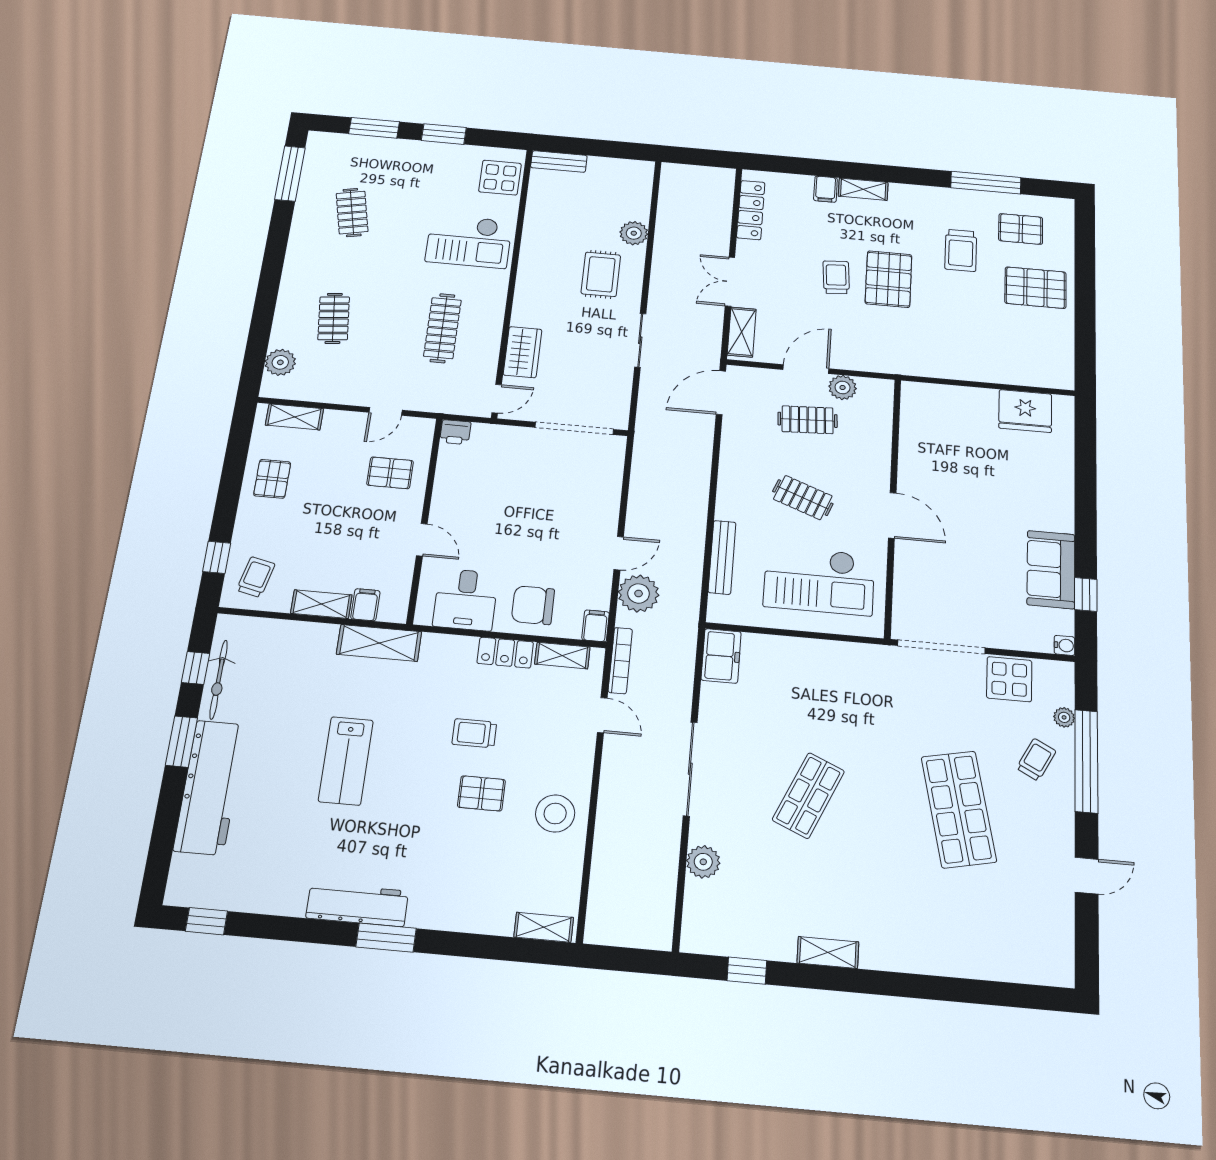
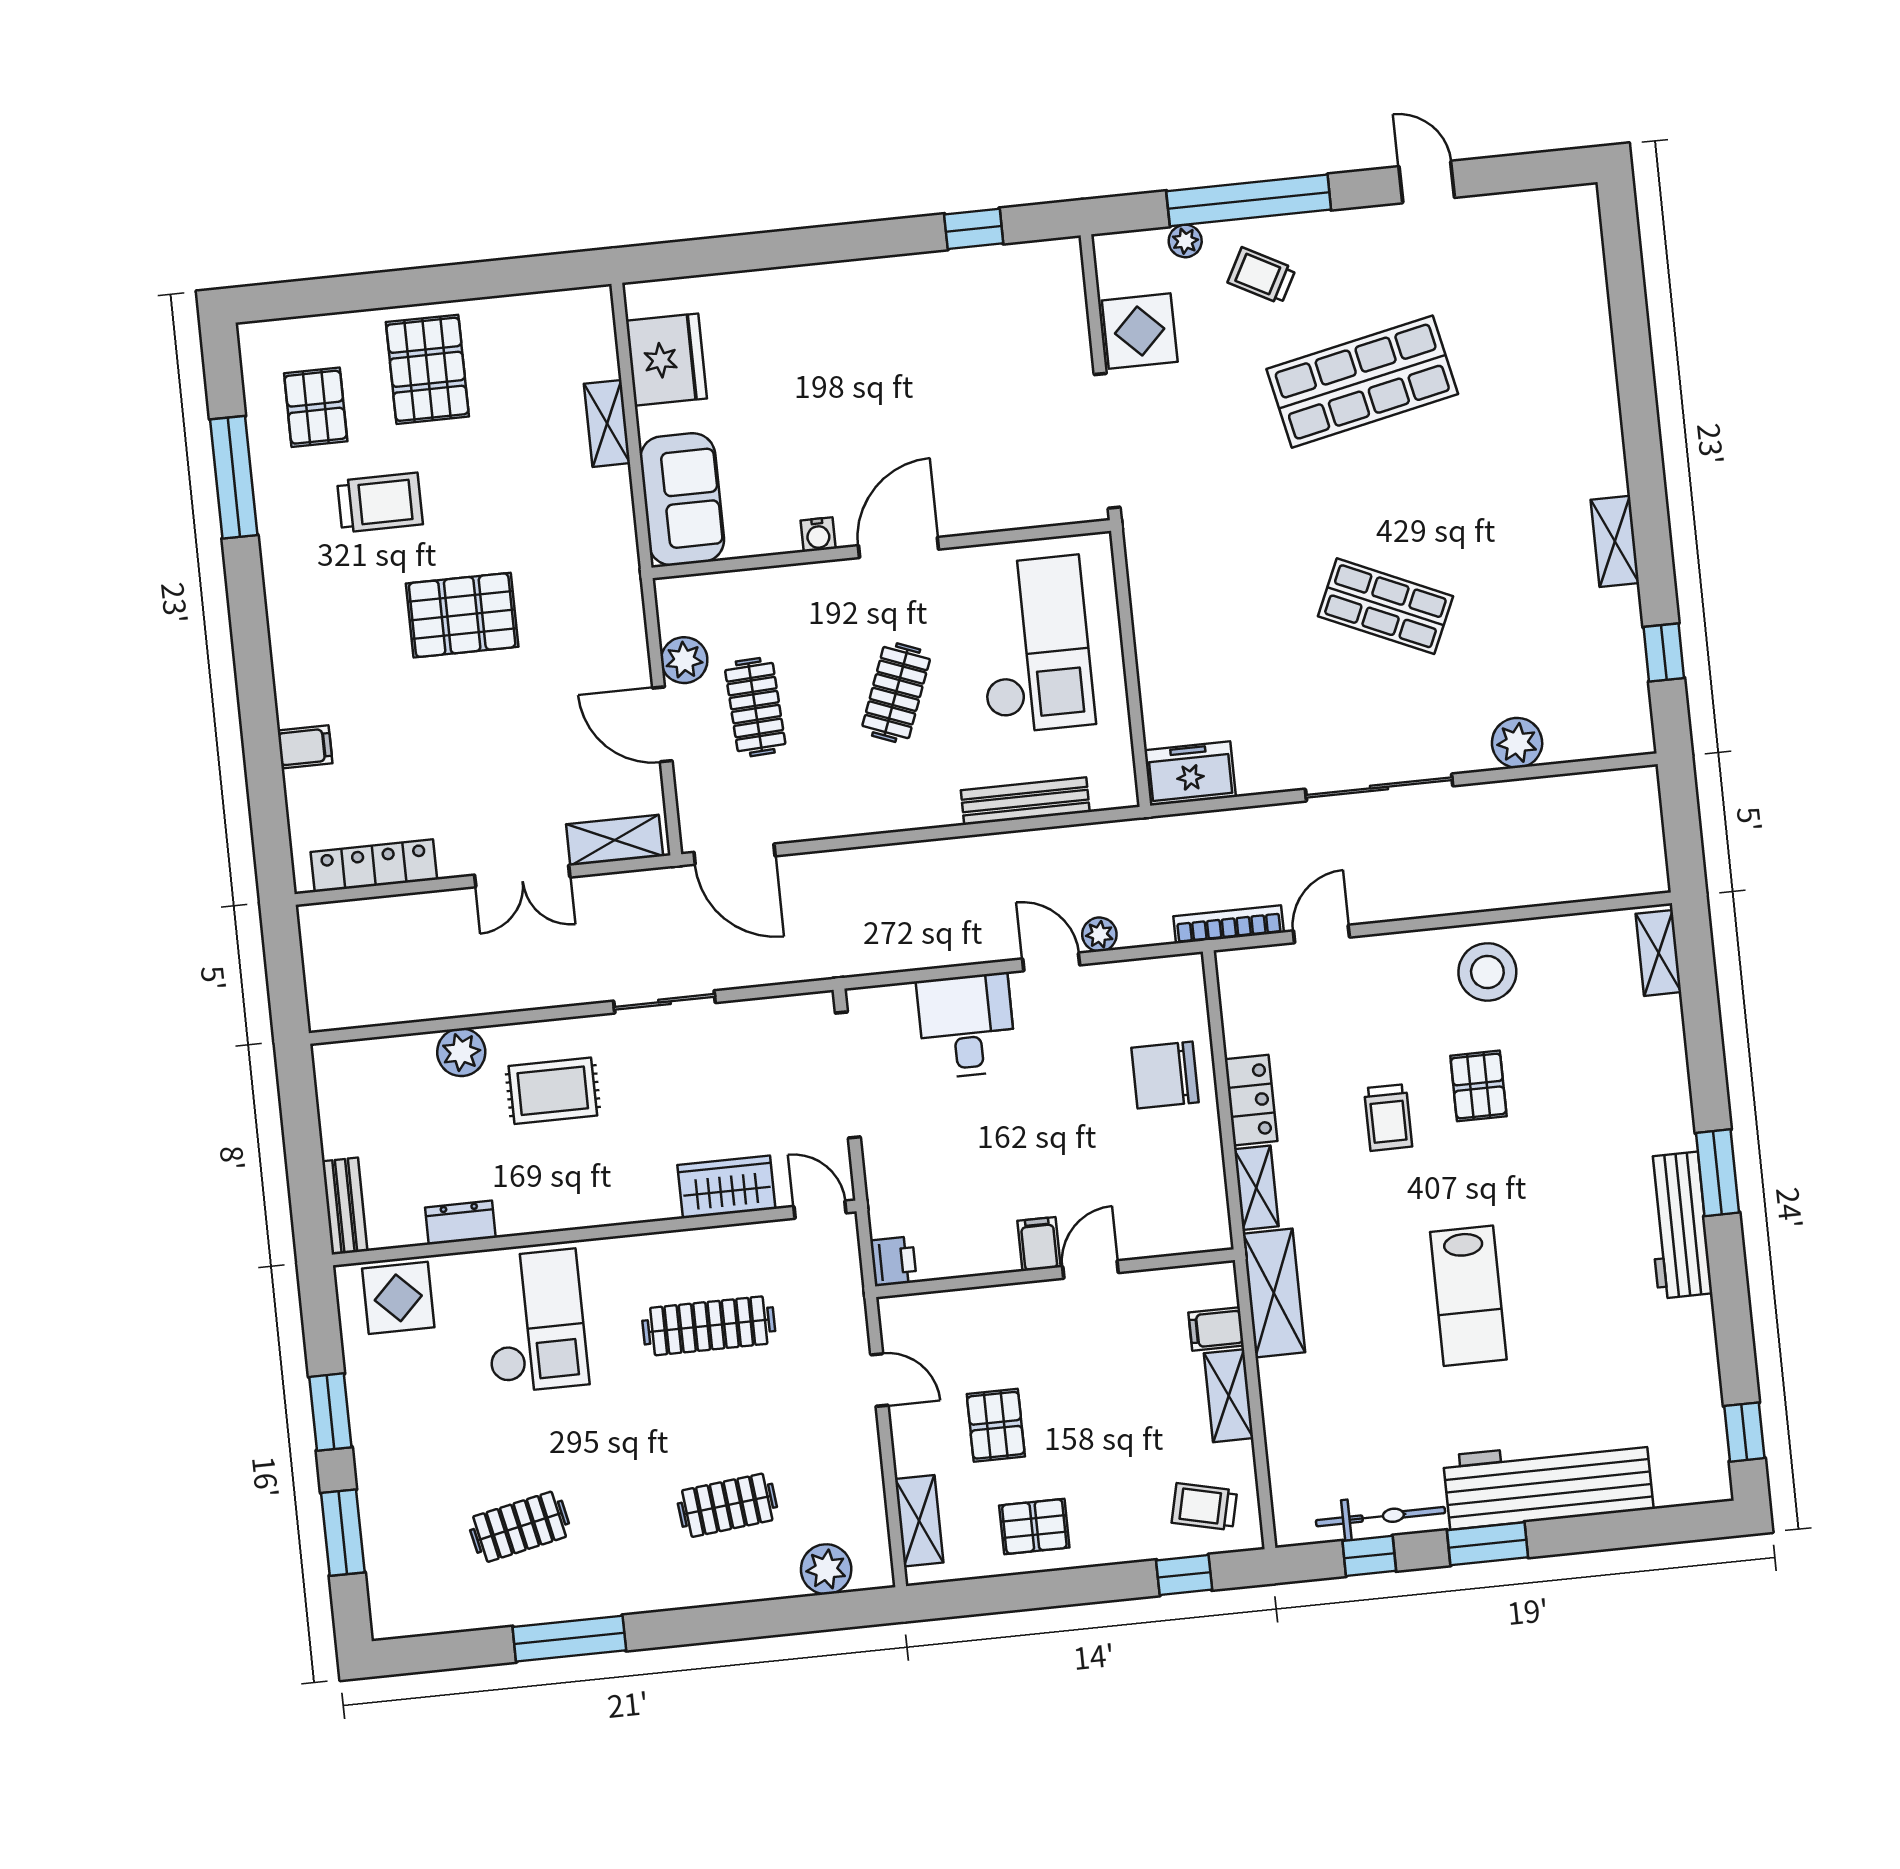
window: (290, 174) -> (569, 1639), moved
shelving: (863, 189) -> (607, 423), moved
dresser: (535, 215) -> (460, 1223), added
trolley: (836, 277) -> (477, 702), removed
pallet: (390, 473) -> (996, 1425), moved
sofa: (1051, 569) -> (682, 499), moved, turned -90
plant: (639, 593) -> (1099, 934), width x0.53, depth x0.53
desk: (466, 600) -> (966, 1026), moved, turned -90
chair: (533, 605) -> (1165, 1075), turned 90
filing cabinet: (596, 626) -> (1039, 1244), moved, turned 90
water cooler: (1065, 645) -> (818, 534), moved, turned 180
shelving: (562, 656) -> (1256, 1188), moved
lab bench: (346, 761) -> (1468, 1296), turned 90

